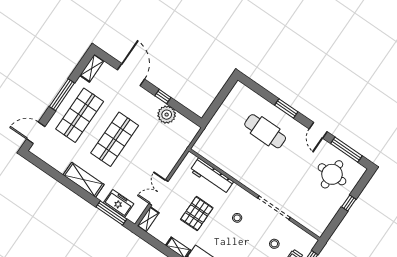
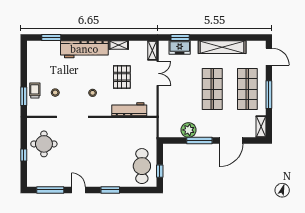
door: (131, 75) -> (231, 141), hinge flipped
window: (224, 93) -> (160, 171), added
window: (163, 97) -> (199, 141), width x2.17
cafe table: (265, 131) -> (142, 166), moved, turned 90
door: (36, 133) -> (269, 57), hinge flipped
round table: (332, 174) -> (44, 144), moved
shelving: (84, 180) -> (222, 47), width x1.47
window: (111, 213) -> (180, 38), width x0.69

